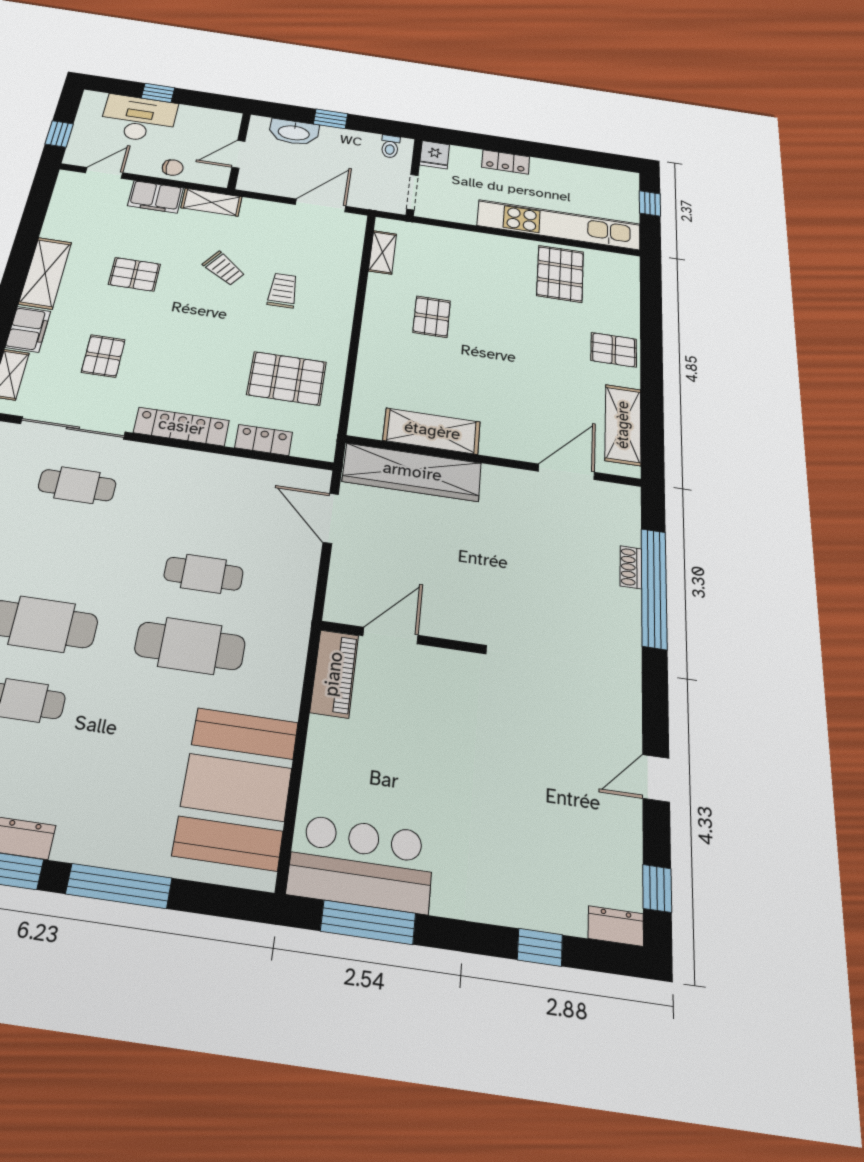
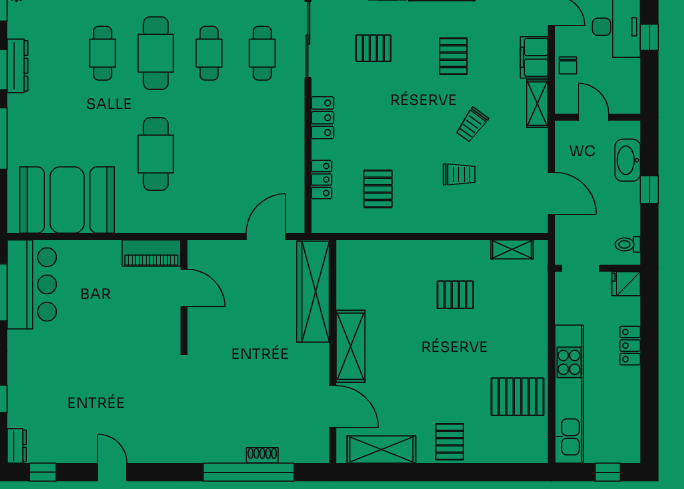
pallet: (287, 378) -> (378, 189), width x0.67, depth x0.71
locker: (181, 427) -> (323, 118), width x0.66
shelving: (432, 431) -> (351, 346), moved
cafe table: (204, 574) -> (209, 53), moved

